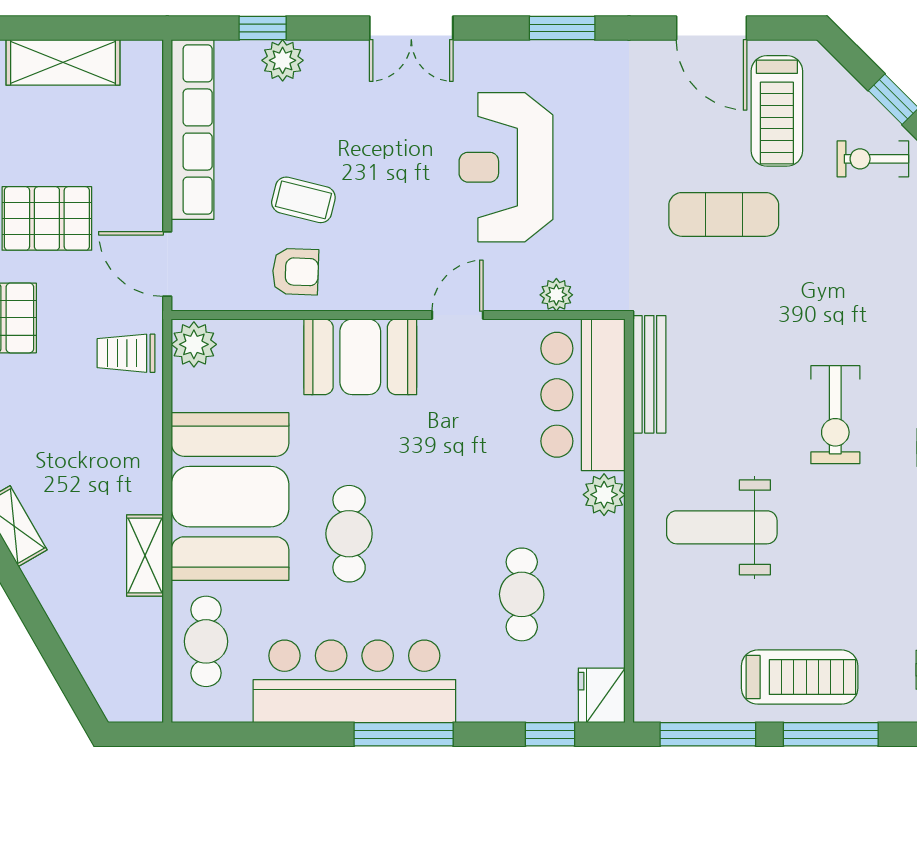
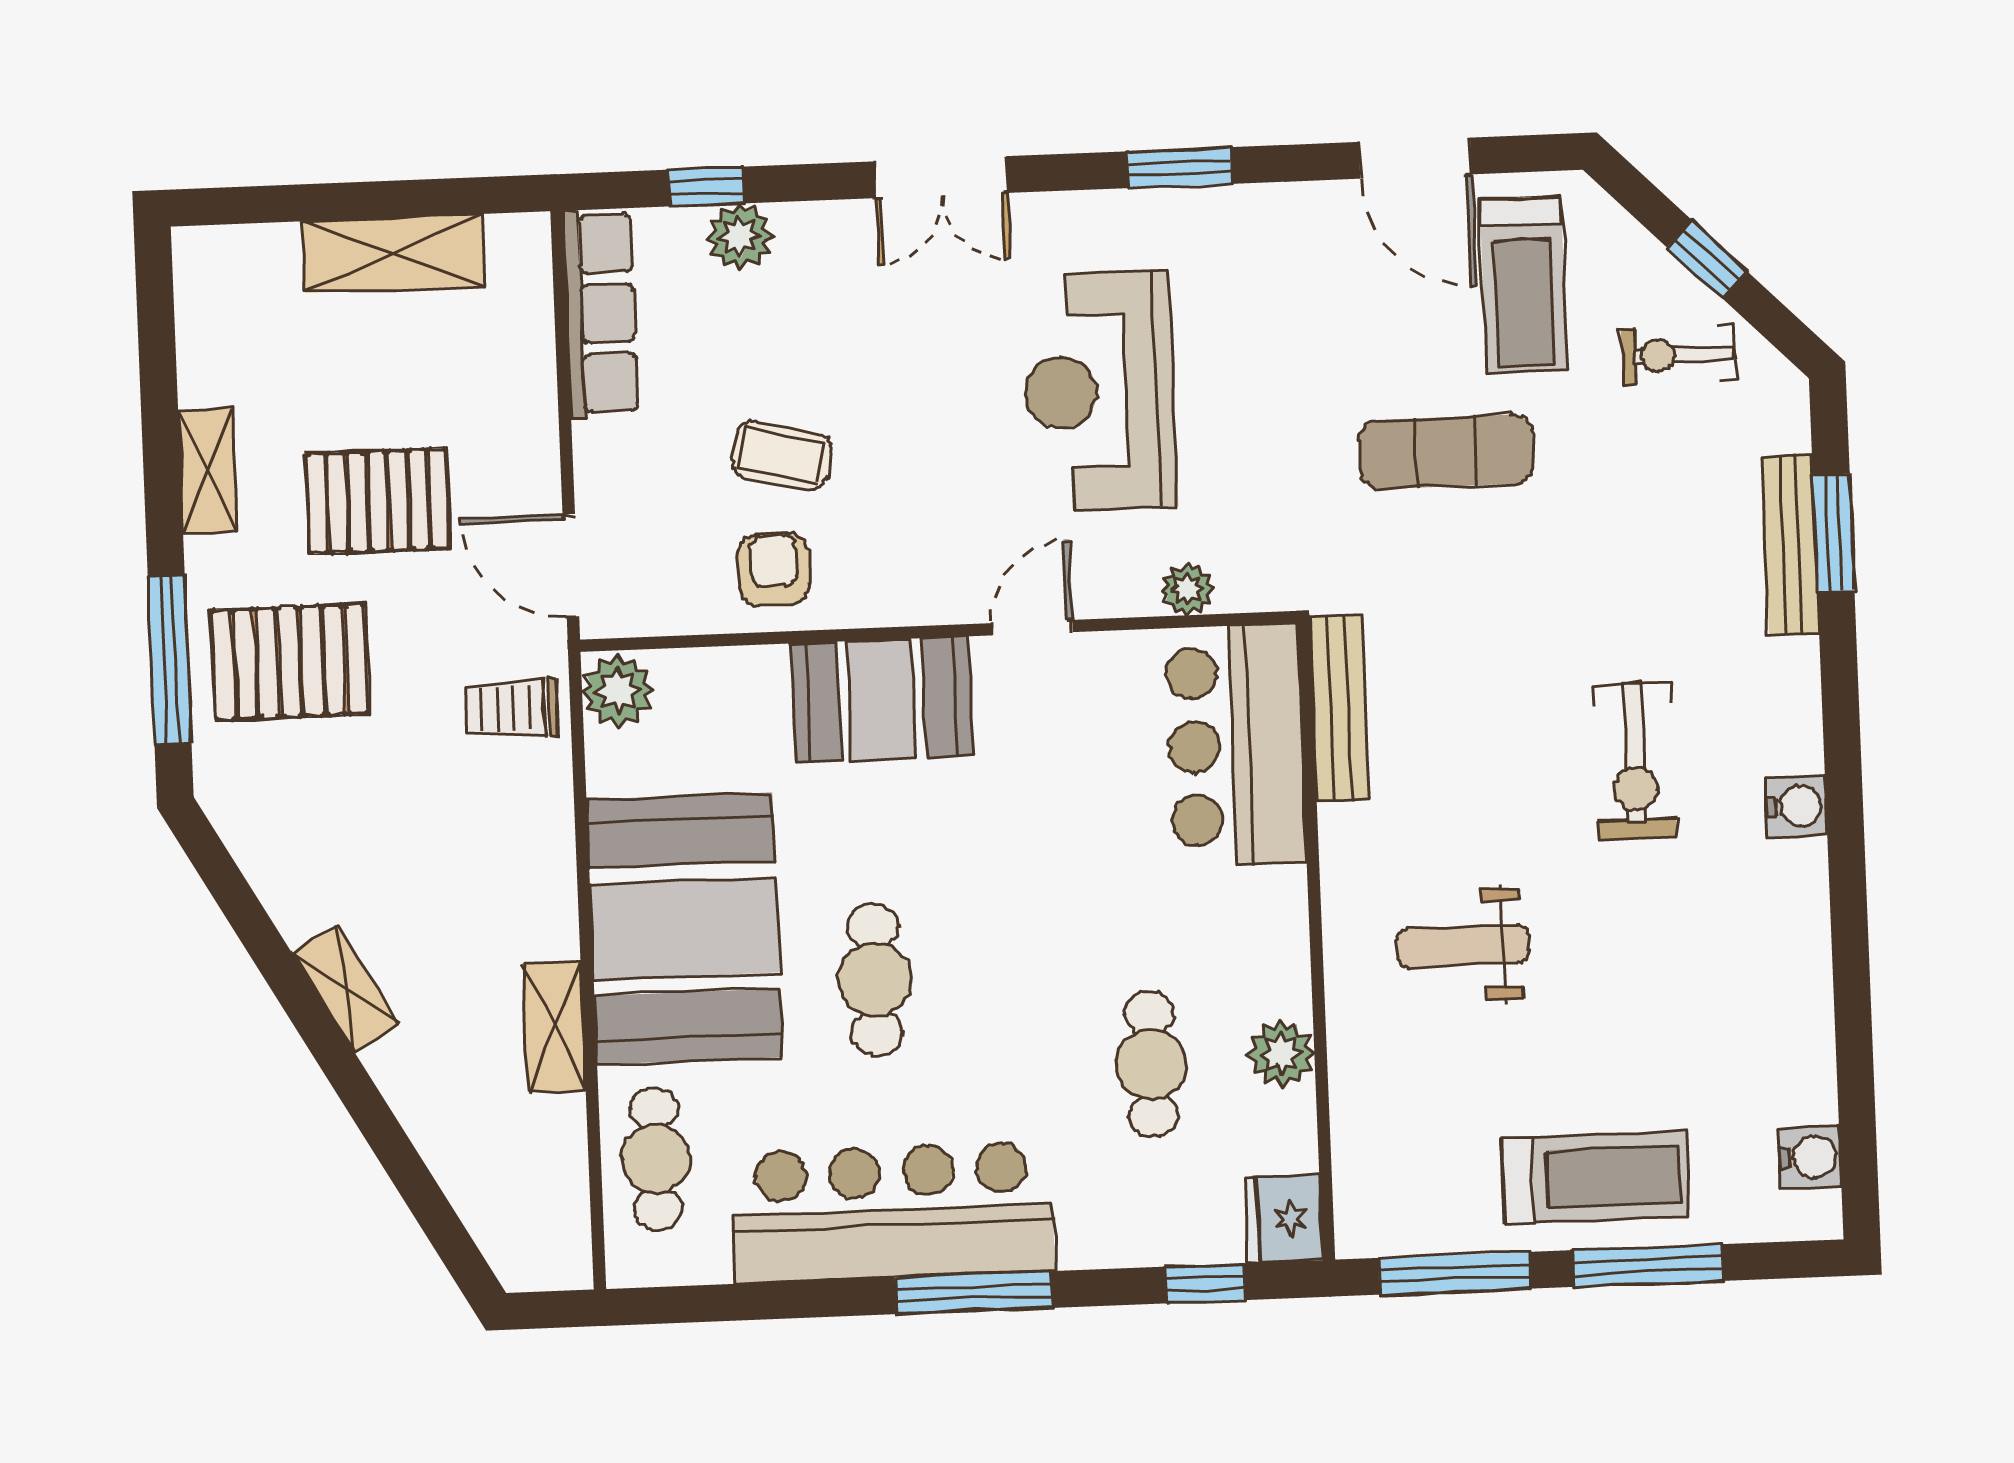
row of seats: (192, 129) -> (601, 313), width x0.73
armchair: (295, 272) -> (774, 569), turned -92
plant: (604, 495) -> (1281, 1054), moved
weight bench: (722, 527) -> (1463, 946), width x0.73, depth x0.75

